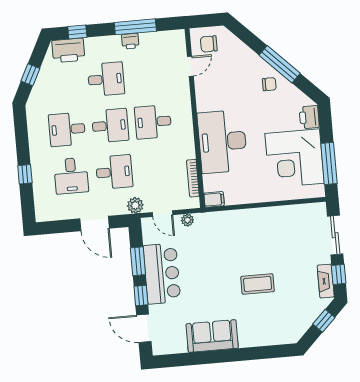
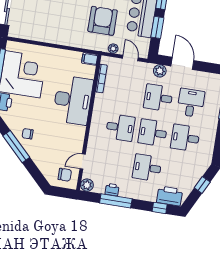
plant: (177, 38) -> (87, 185), added
printer: (130, 41) -> (112, 190), moved
desk: (67, 129) -> (185, 138), turned 180
plant: (135, 205) -> (160, 71), moved
armchair: (210, 252) -> (103, 21), added

